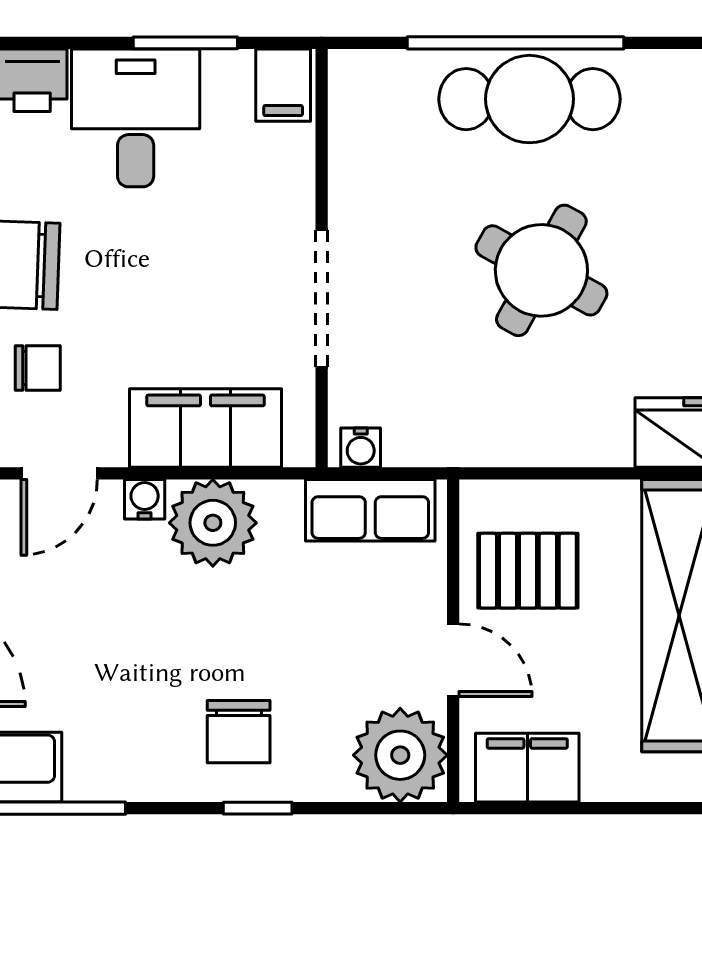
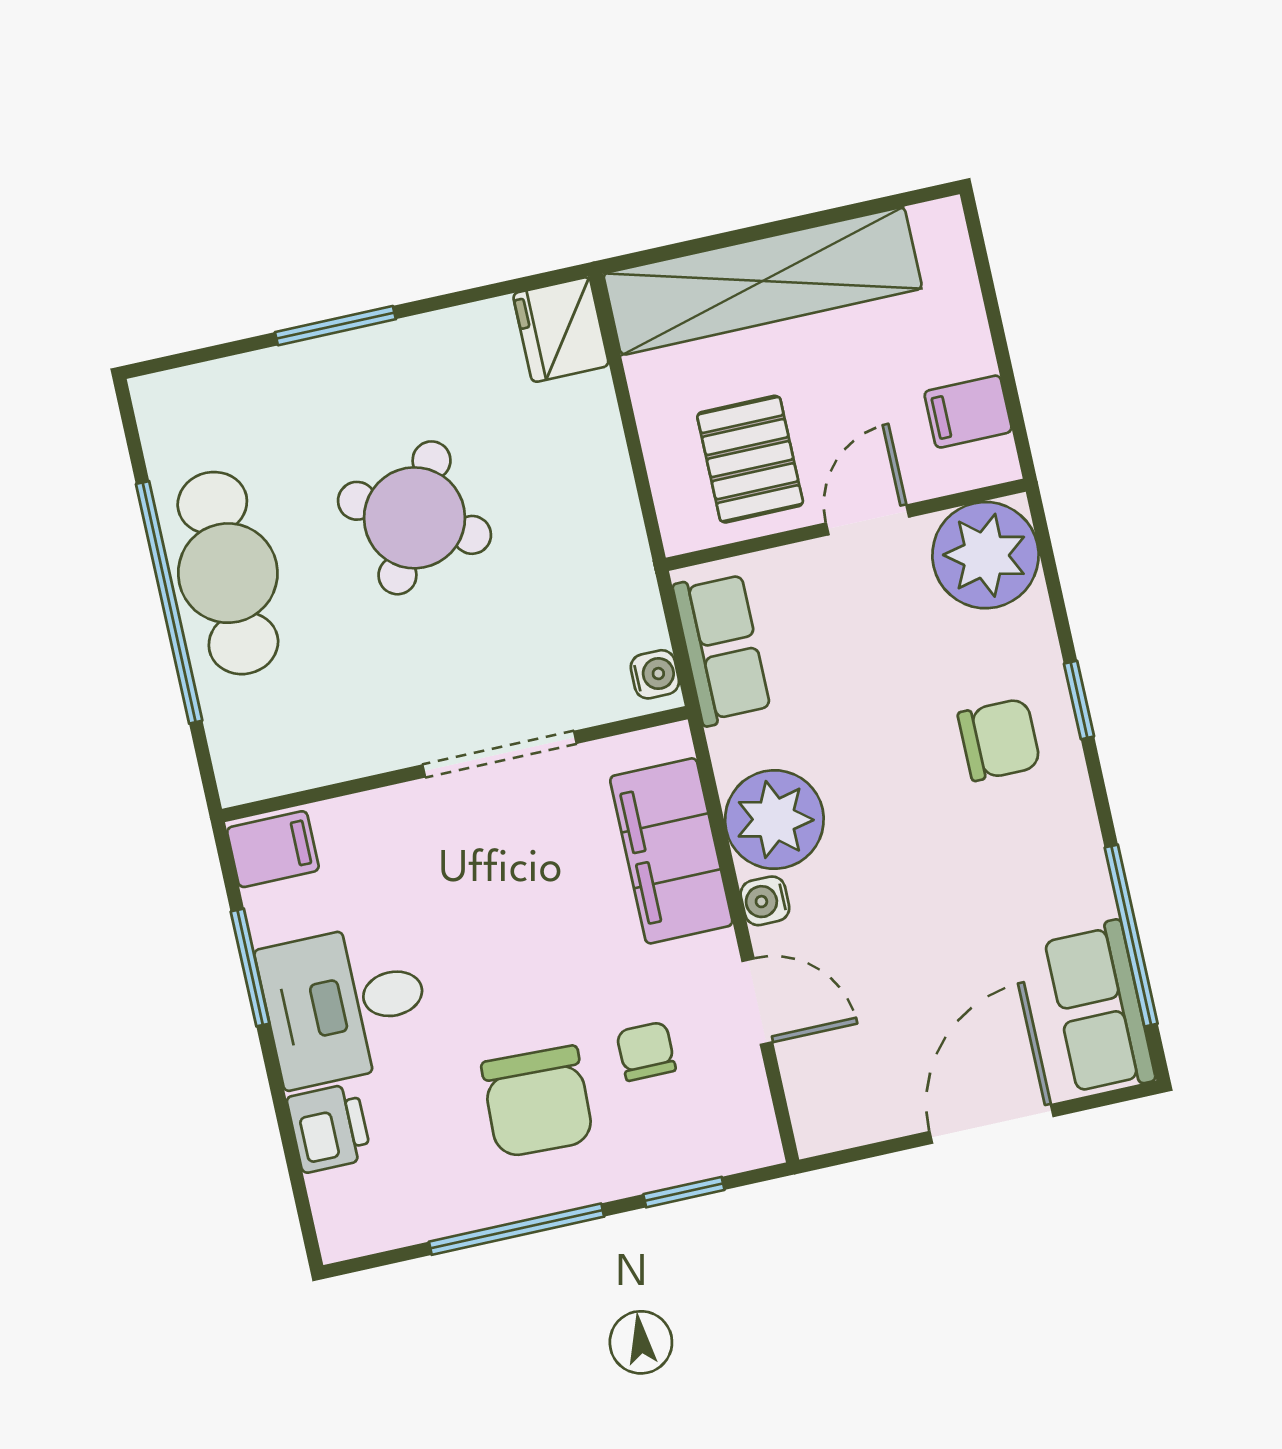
filing cabinet: (527, 768) -> (968, 412), width x0.50

